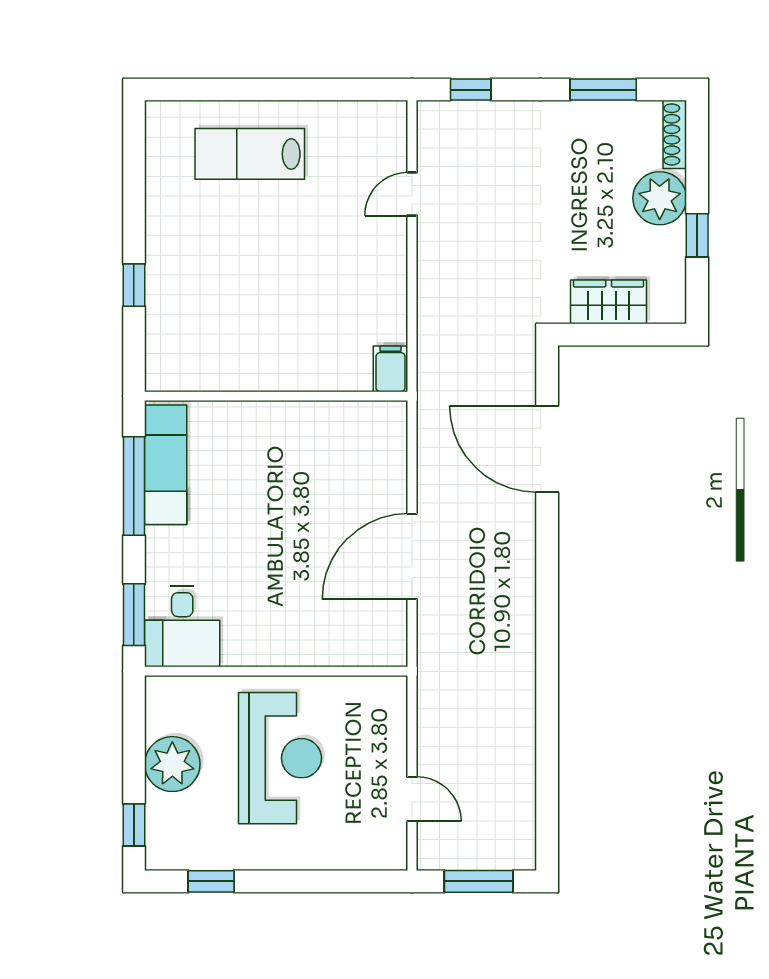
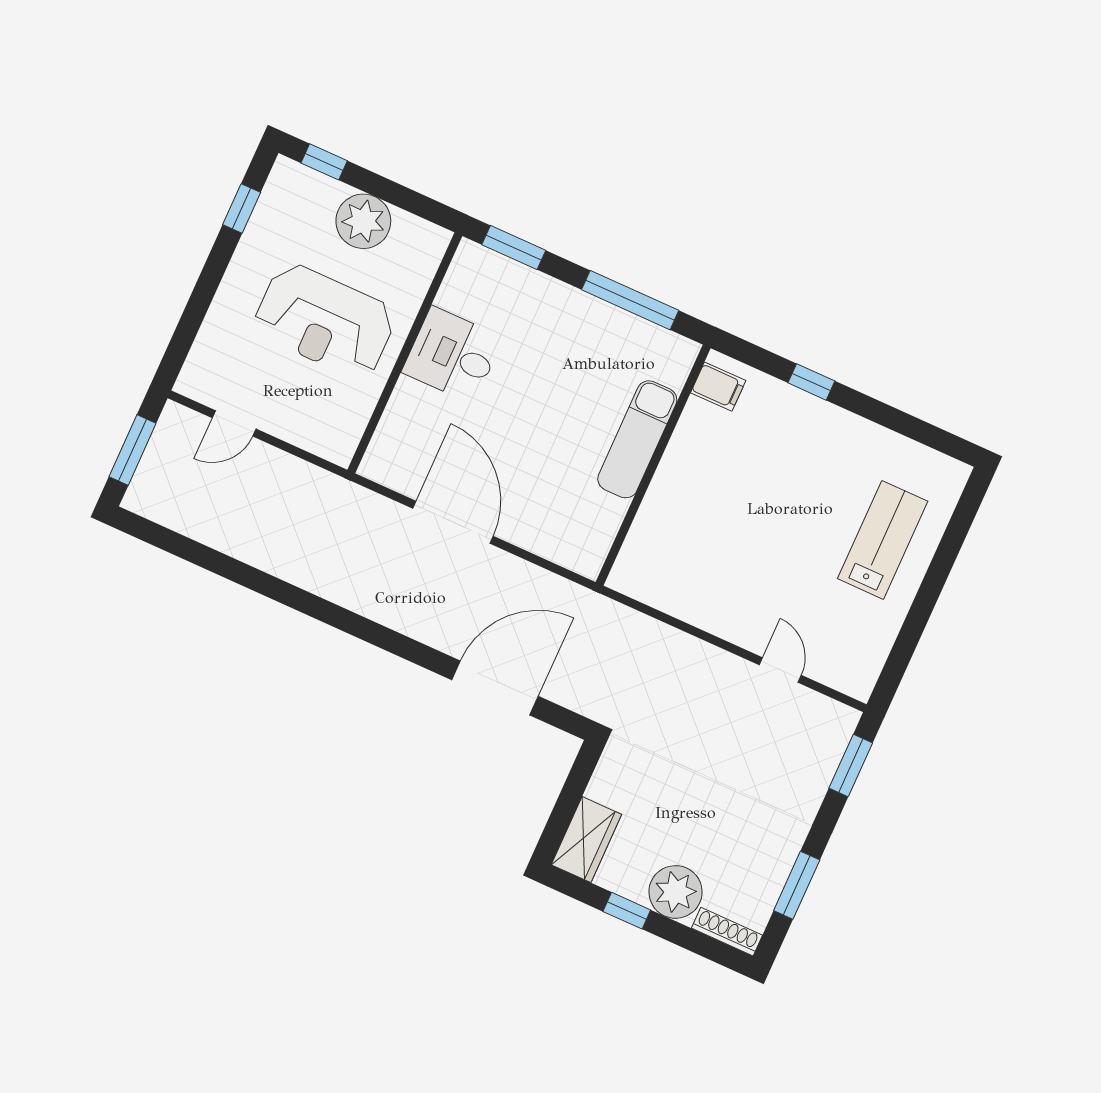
window: (471, 90) -> (851, 766), width x1.50
wardrobe: (609, 302) -> (586, 840), moved
filing cabinet: (391, 369) -> (718, 387), moved
exam couch: (166, 465) -> (637, 439), moved, turned 90
desk: (182, 626) -> (452, 355), moved

